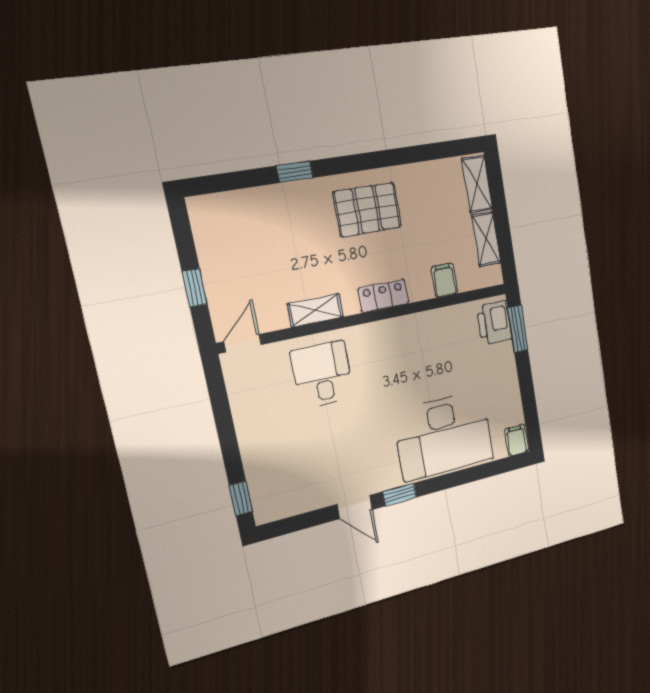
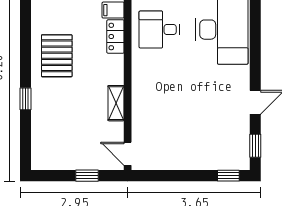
locker: (383, 296) -> (115, 37), moved
desk: (322, 375) -> (159, 30), moved
window: (400, 494) -> (255, 146), moved

